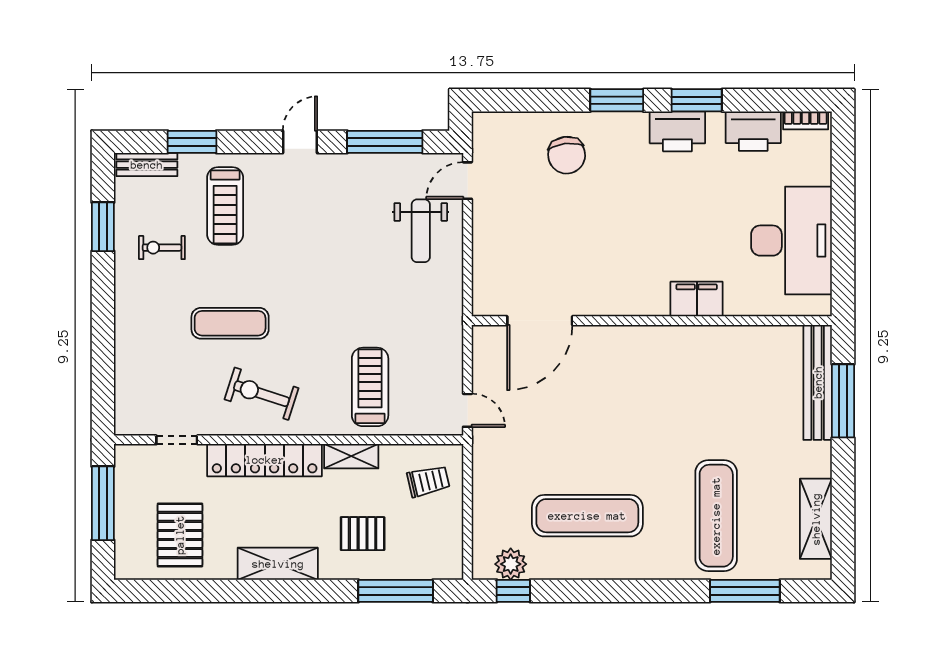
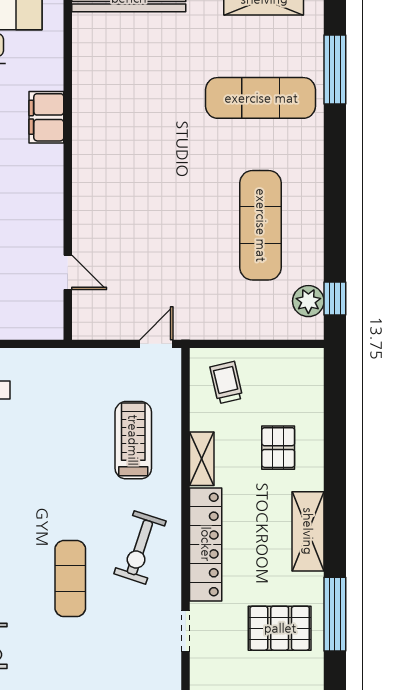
door: (540, 321) -> (68, 272), width x0.53
treadmill: (370, 387) -> (133, 440), turned 90
window: (396, 591) -> (335, 614), moved

